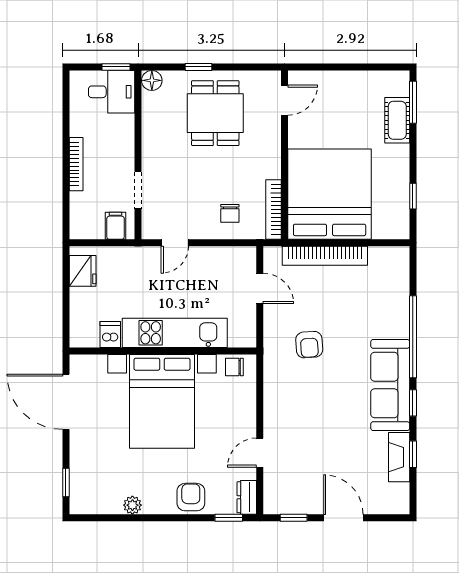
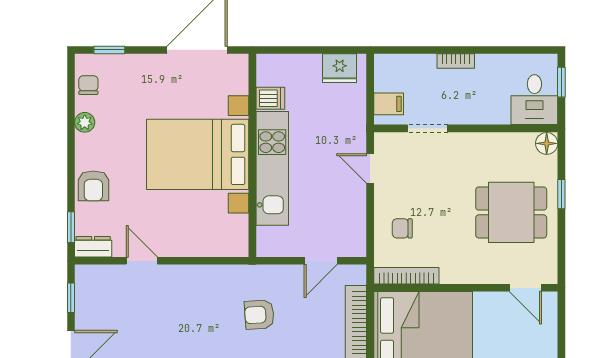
window: (116, 67) -> (561, 82), moved
bookcase: (76, 164) -> (456, 61), width x0.64
chair: (234, 367) -> (88, 85), moved
armchair: (191, 497) -> (93, 186), turned 90

